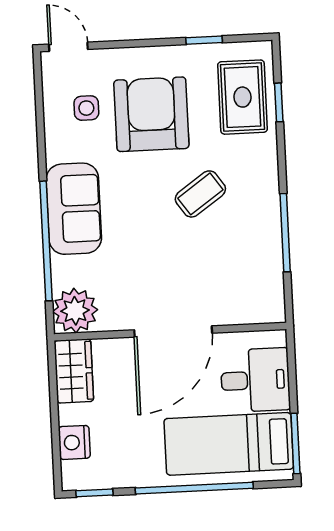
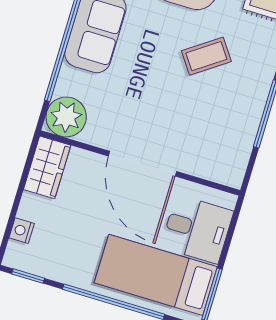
door: (173, 331) -> (142, 164), hinge flipped
nightstand: (74, 442) -> (22, 231), width x0.72, depth x0.74

